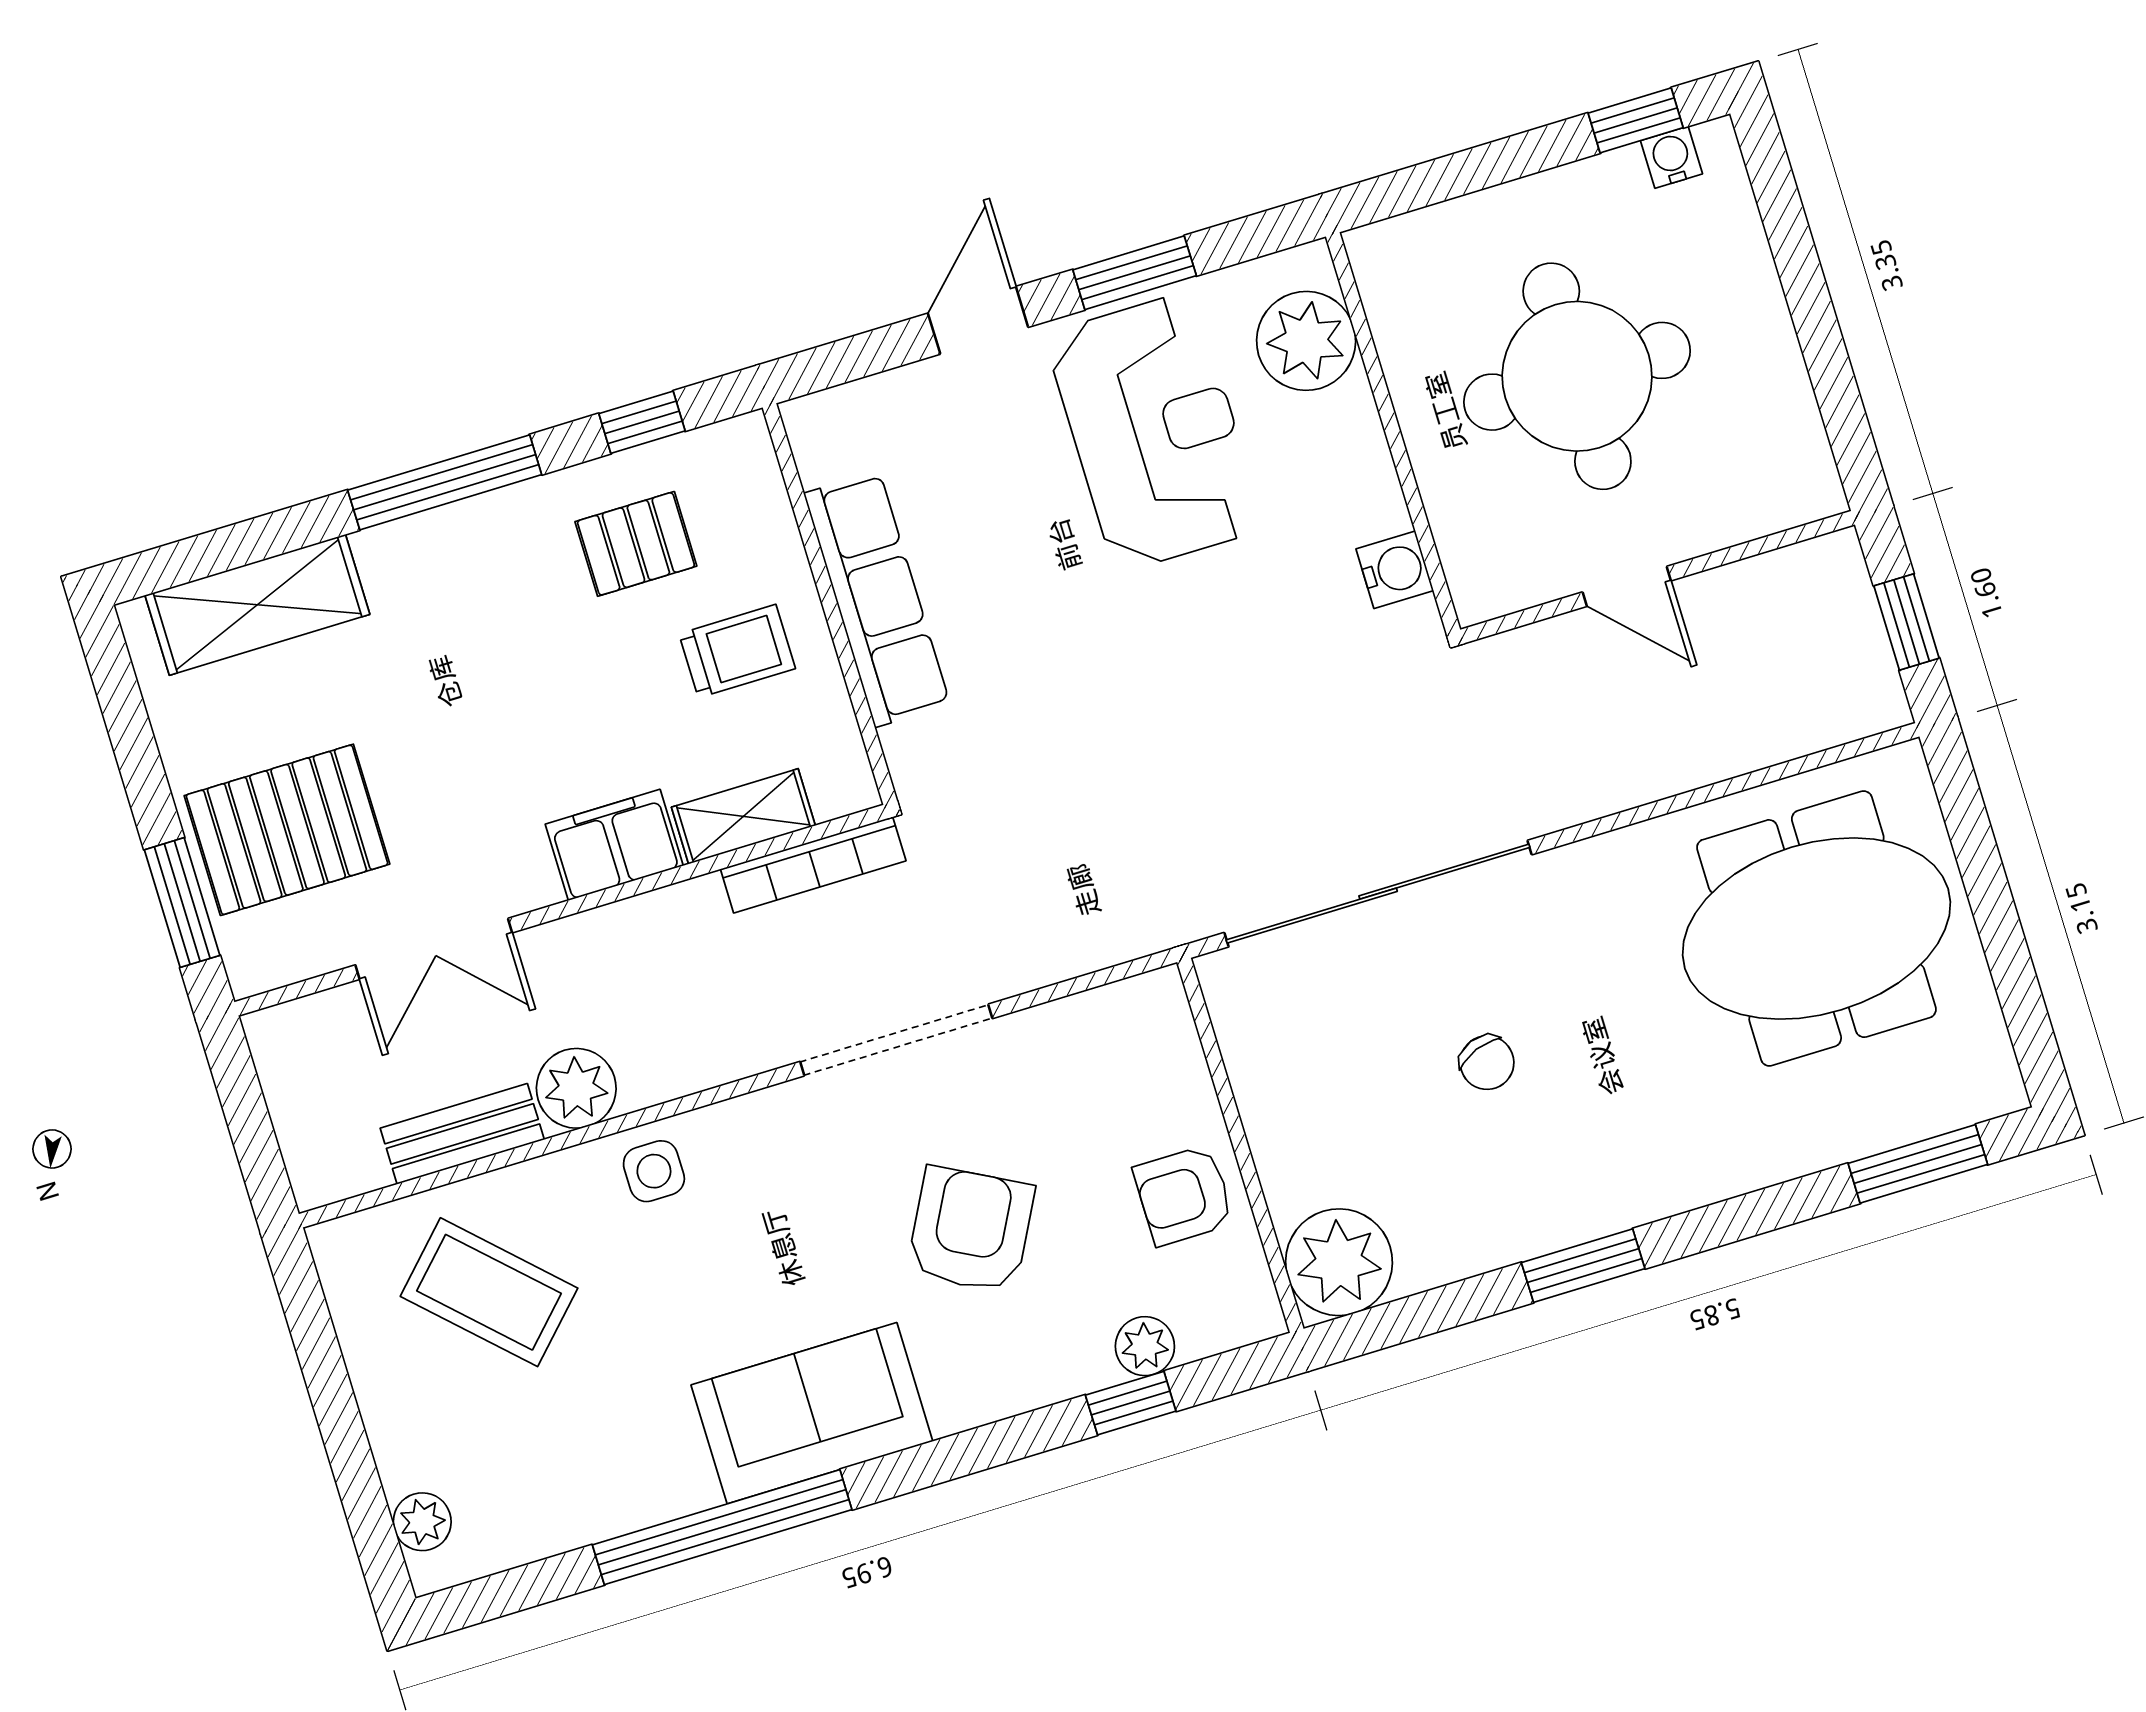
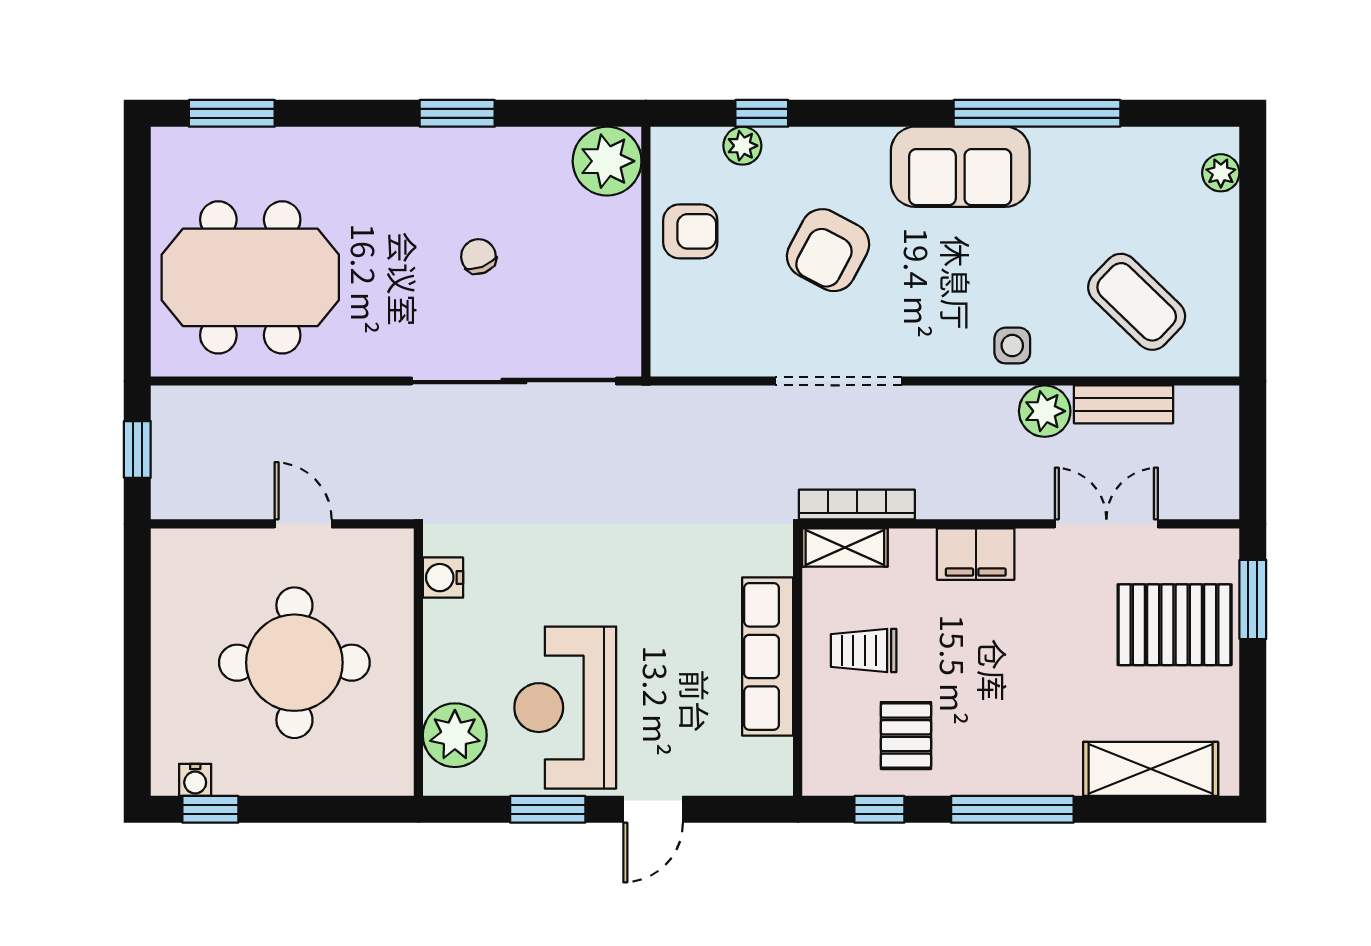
pallet: (636, 544) -> (906, 736), turned 90
shelving: (743, 816) -> (845, 547), moved

